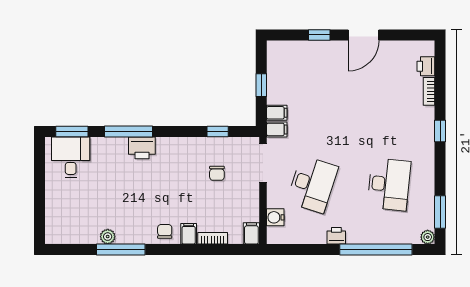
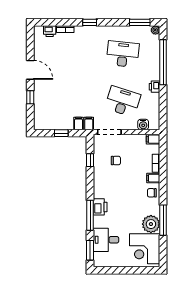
desk: (71, 157) -> (106, 240), moved
corner desk: (74, 220) -> (145, 249), added
plant: (108, 237) -> (151, 224), width x1.88, depth x1.88

